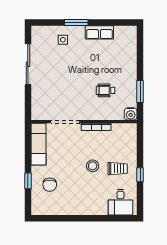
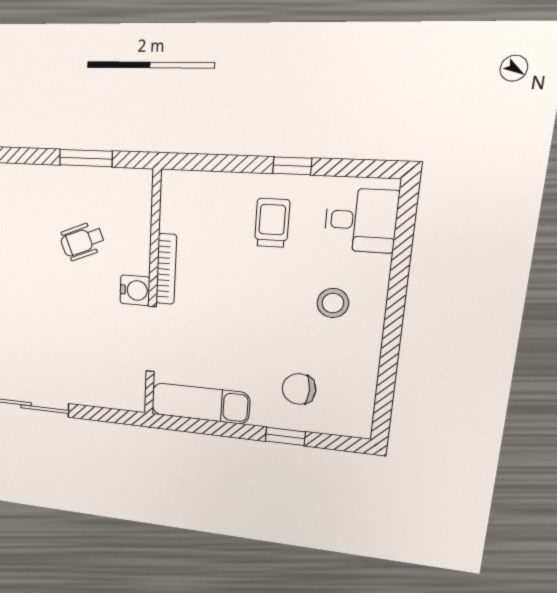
wheelchair: (106, 90) -> (82, 241), turned 68
water cooler: (131, 114) -> (135, 290), moved
stool: (93, 166) -> (333, 303), moved
chair: (50, 185) -> (299, 389), turned 180

